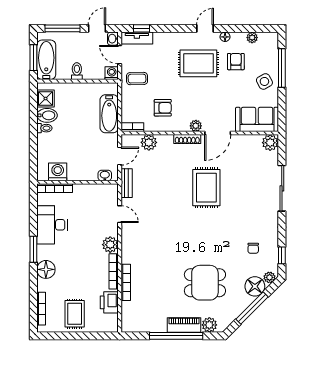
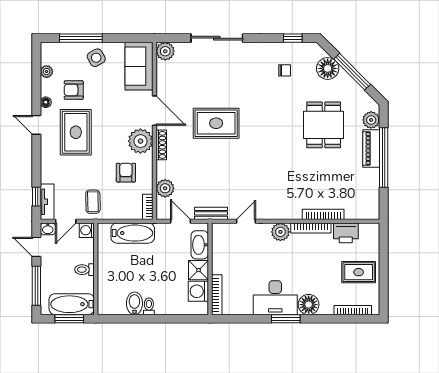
shower: (46, 99) -> (199, 270), moved
plant: (196, 126) -> (140, 141), width x1.87, depth x1.87
washbasin: (105, 175) -> (200, 245), width x1.91, depth x1.45
desk: (52, 225) -> (275, 298), moved
plant: (270, 277) -> (318, 52), removed

